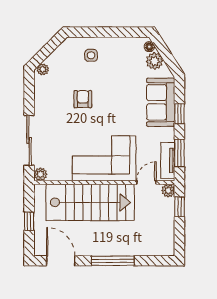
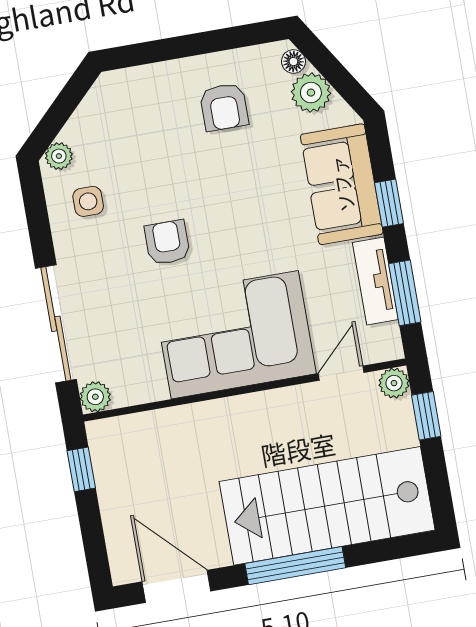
side table: (91, 55) -> (88, 201), moved
armchair: (116, 61) -> (224, 107), added
armchair: (83, 99) -> (167, 242), moved
tv unit: (168, 160) -> (375, 281), moved
stairs: (90, 202) -> (327, 506), moved, turned 180
window: (29, 221) -> (81, 469), moved

